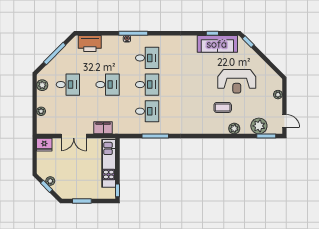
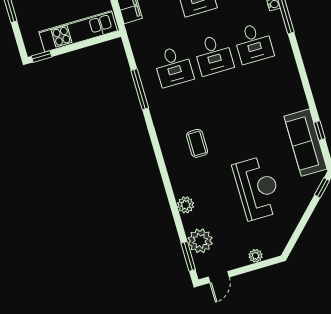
reception desk: (237, 81) -> (257, 188), turned 180
coffee table: (223, 107) -> (197, 143), moved

